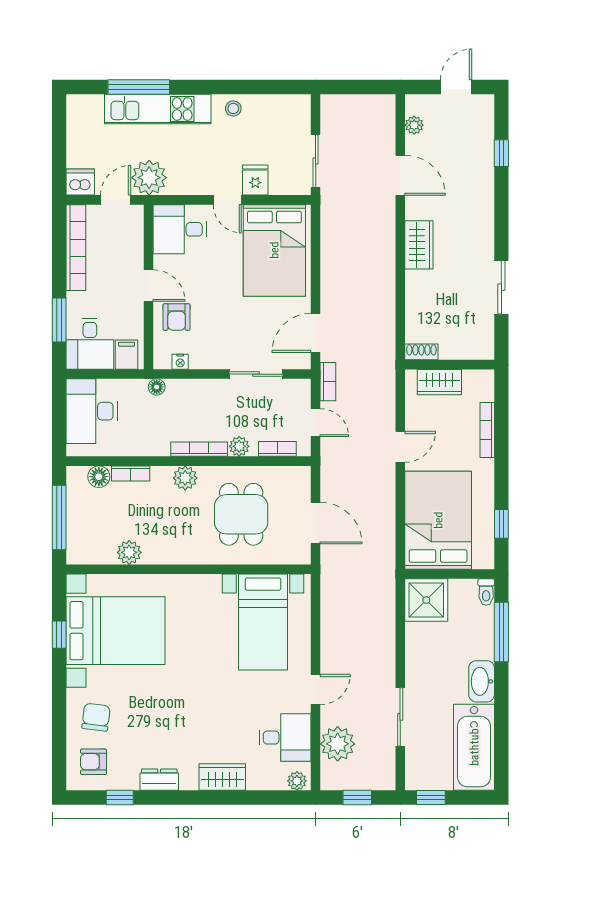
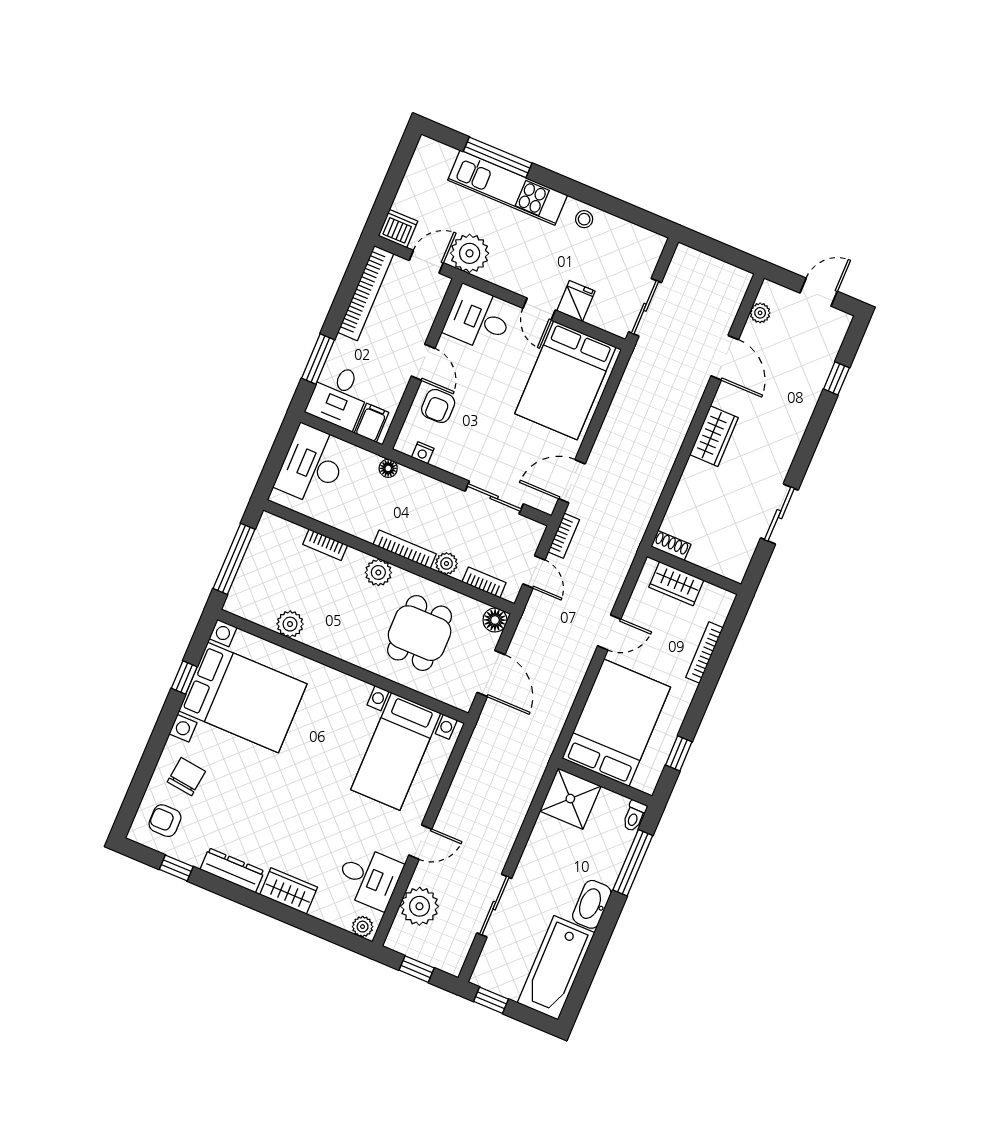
floor lamp: (99, 477) -> (495, 620), moved
dresser: (159, 780) -> (232, 870), width x1.44

